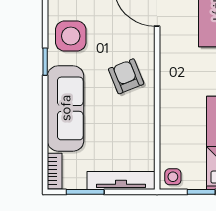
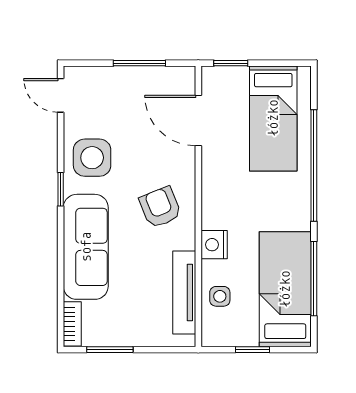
nightstand: (170, 107) -> (214, 245), added
side table: (173, 177) -> (220, 296), moved
tv unit: (121, 181) -> (184, 292), moved, turned -90

